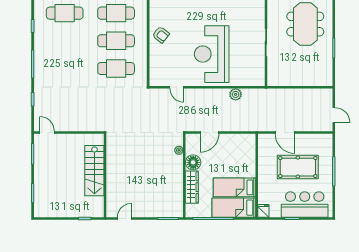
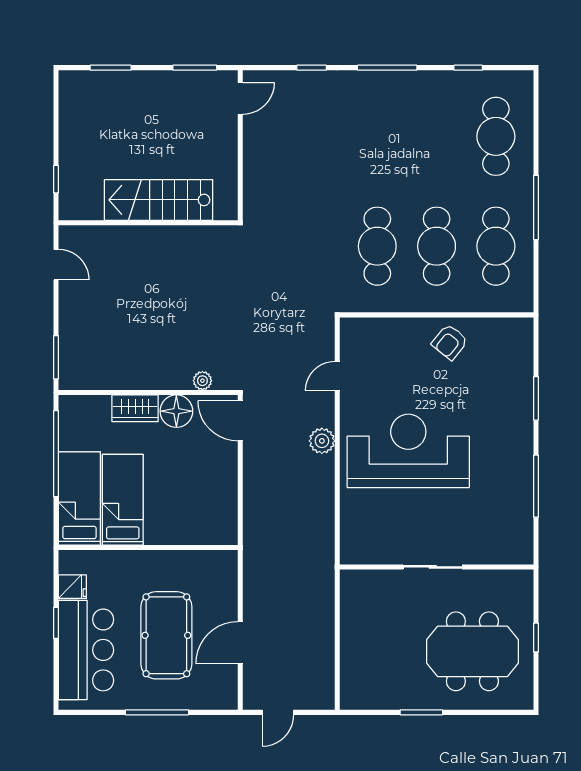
plant: (236, 94) -> (322, 441), moved
door: (210, 133) -> (240, 421), moved
door: (285, 133) -> (240, 643), moved
wardrobe: (192, 187) -> (135, 408), width x0.67
fridge: (263, 211) -> (72, 587), moved

